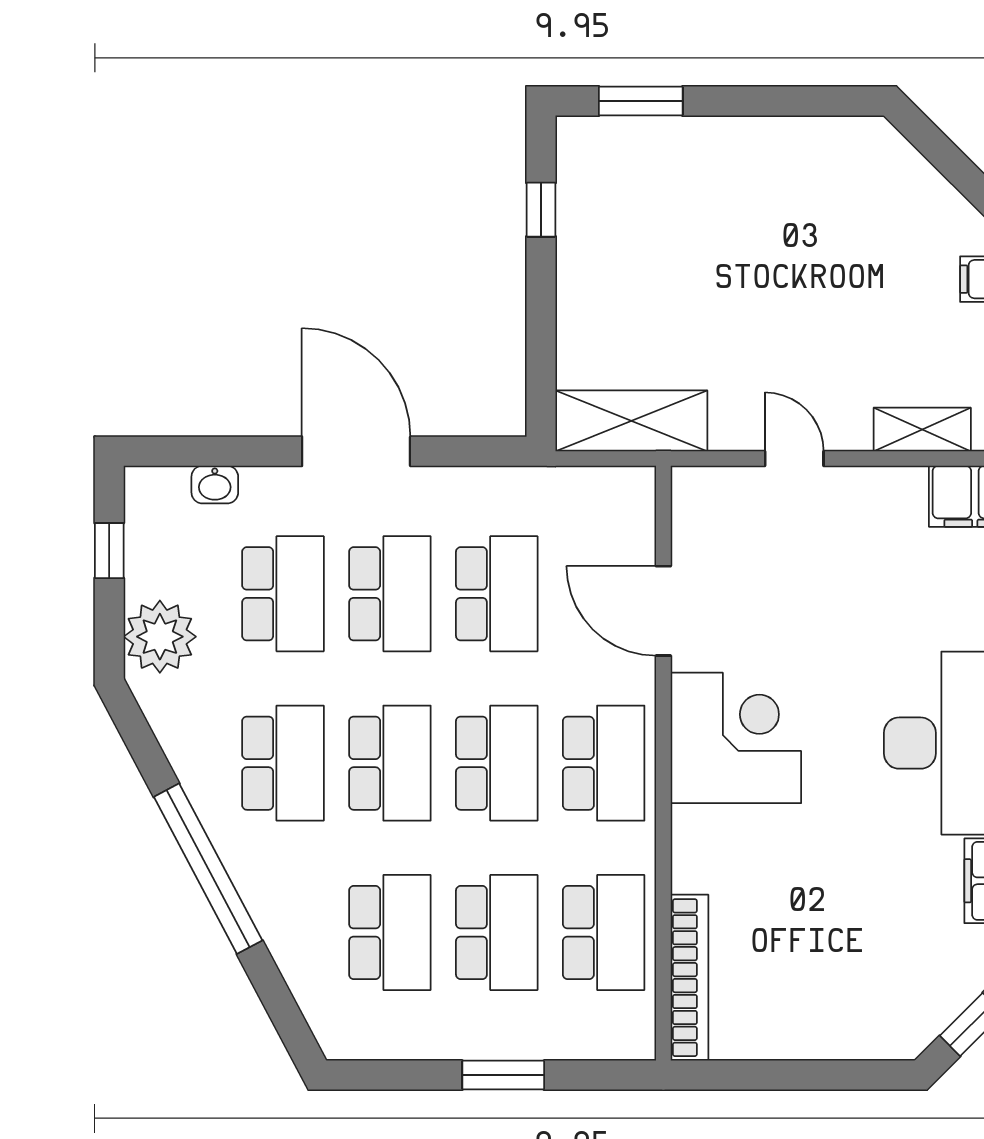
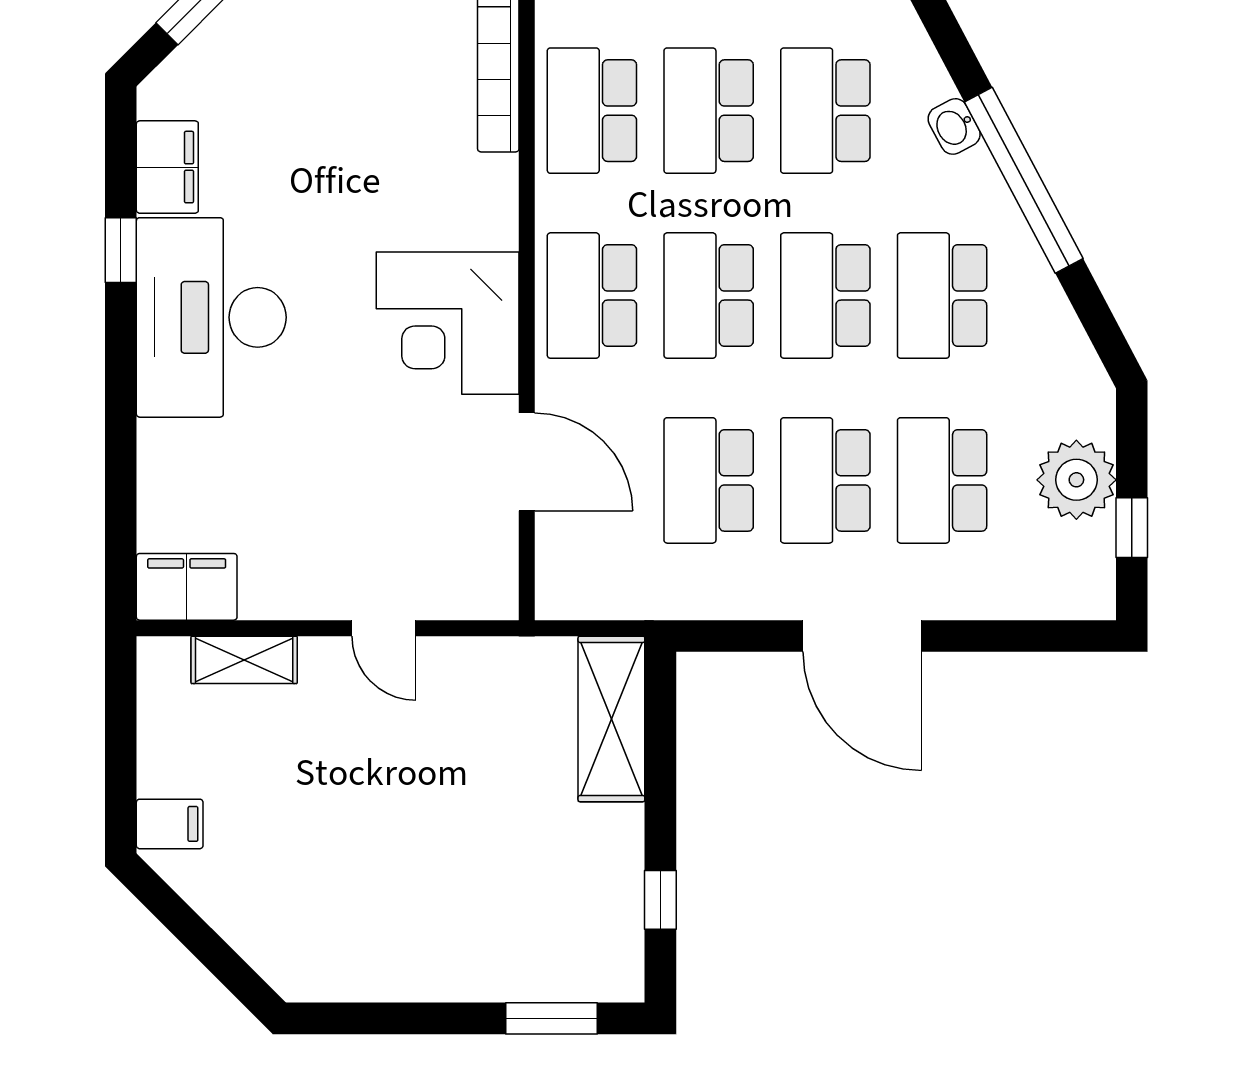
shelving: (631, 421) -> (611, 719), moved, turned 90
washbasin: (215, 485) -> (954, 126), moved, turned -118
plant: (160, 637) -> (1076, 480), moved

